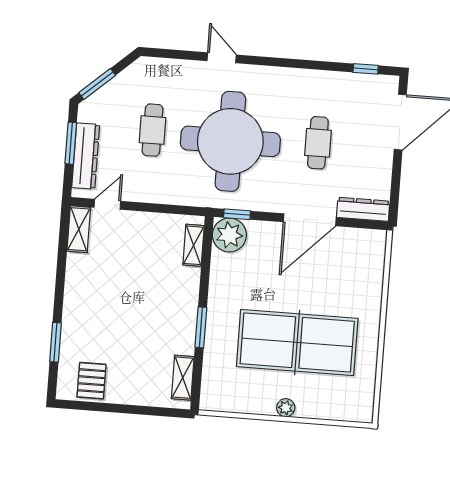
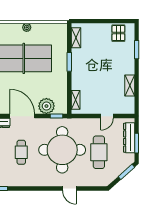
cafe table: (152, 130) -> (99, 152), width x1.37, depth x1.35
door: (107, 204) -> (107, 116), moved
door: (310, 220) -> (22, 116), hinge flipped
shelving: (79, 229) -> (130, 86), moved
plant: (229, 235) -> (46, 106), moved

